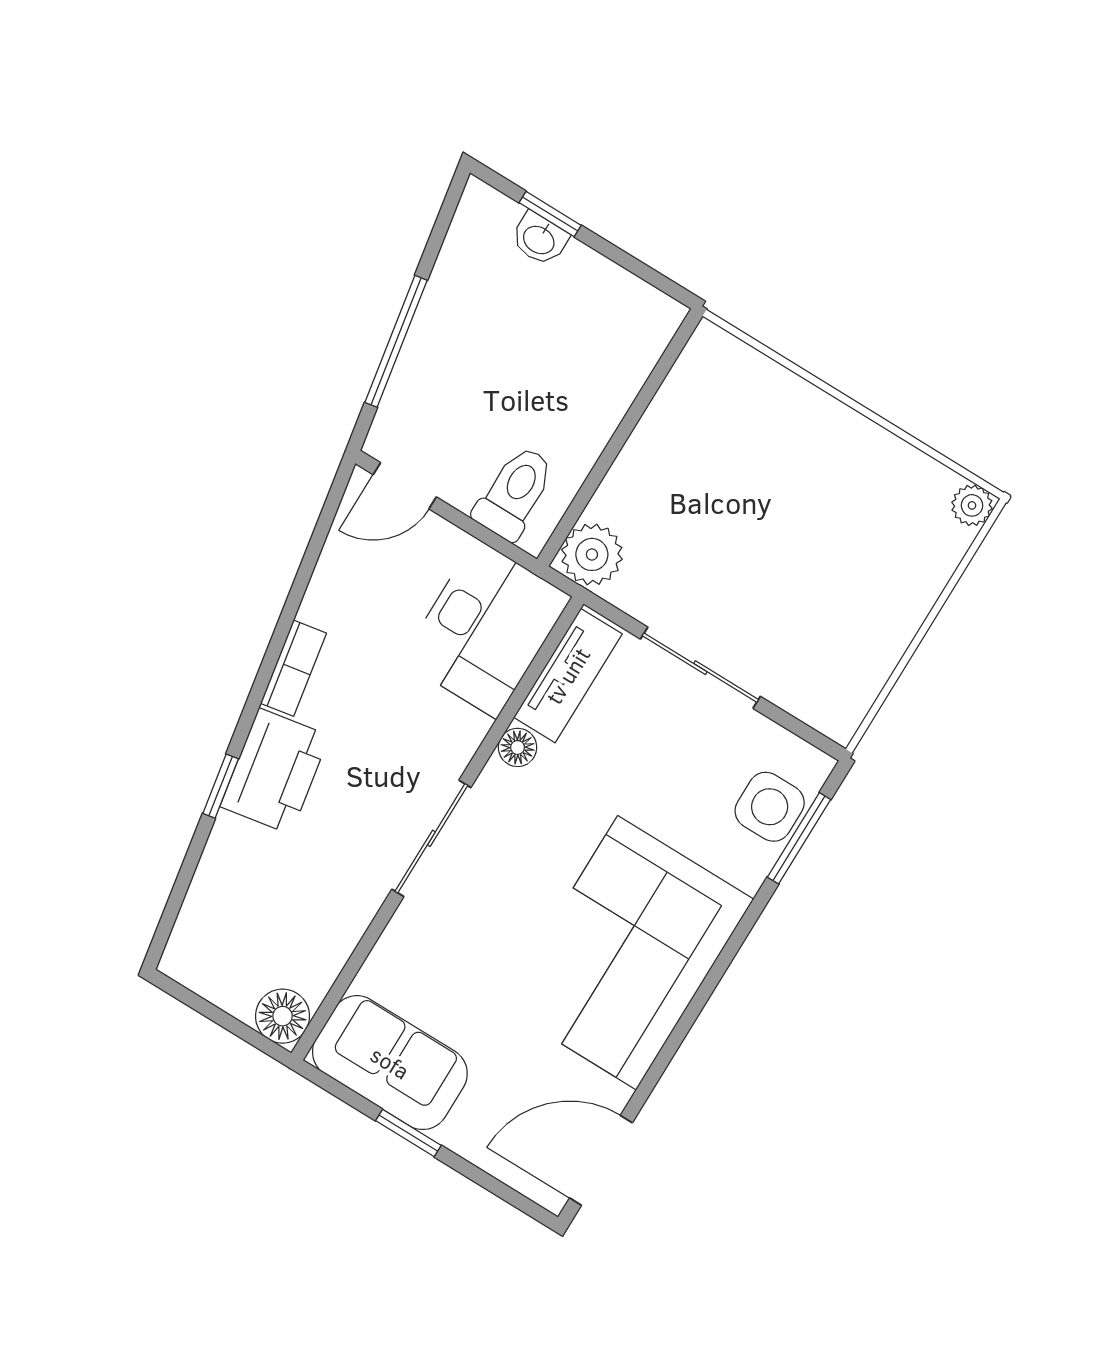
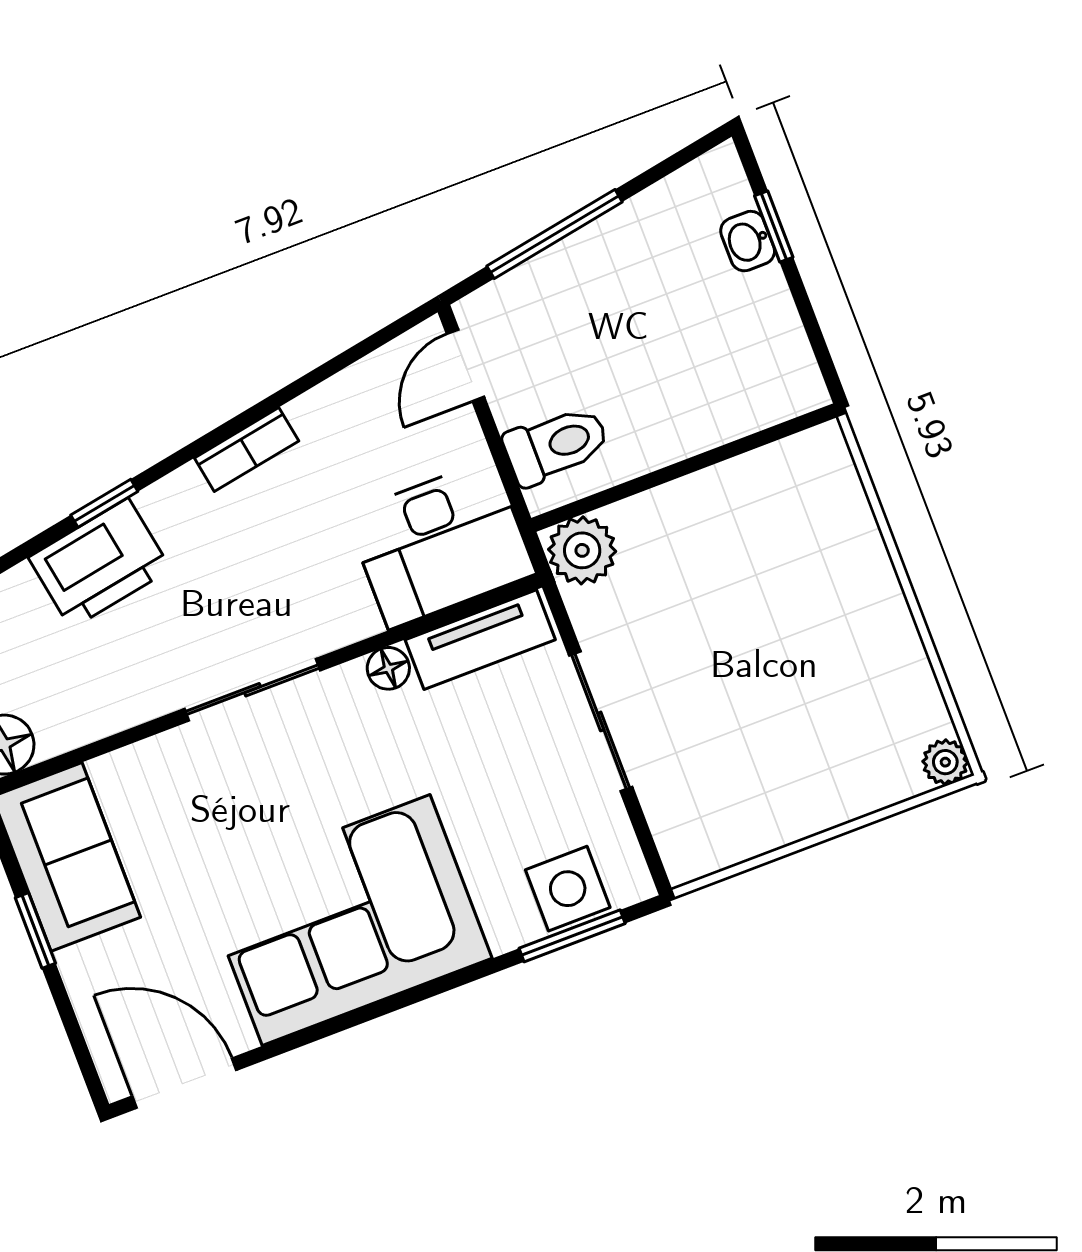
door: (405, 486) -> (465, 365), hinge flipped
printer: (275, 771) -> (100, 563), moved

